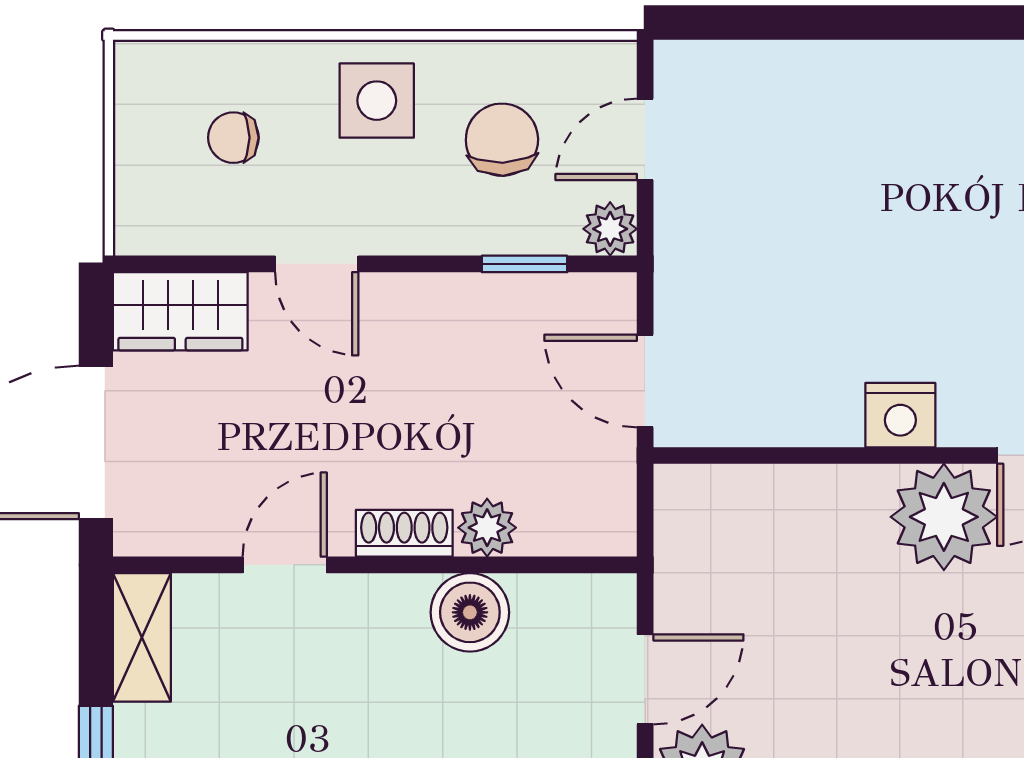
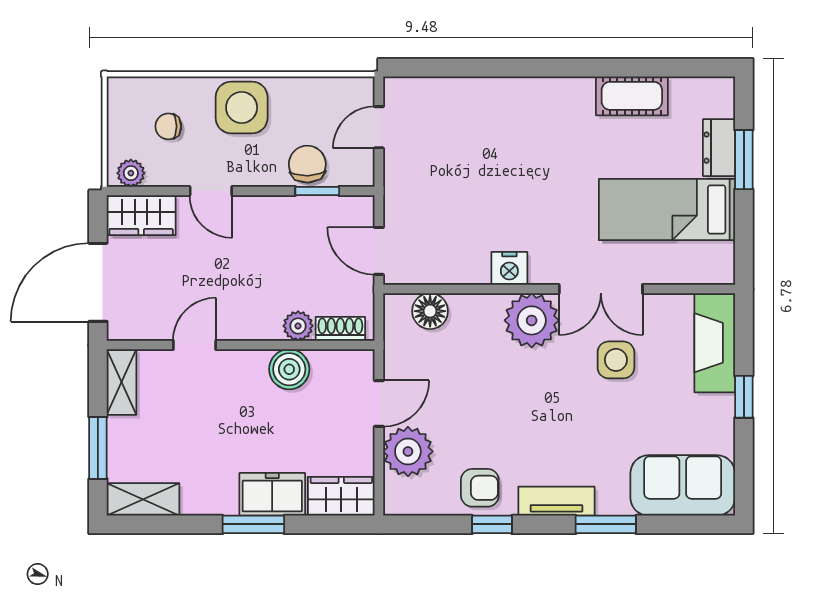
side table: (377, 101) -> (242, 107), width x1.37, depth x1.37
chair: (502, 140) -> (307, 164), moved
plant: (610, 229) -> (131, 173), moved
floor lamp: (745, 499) -> (430, 311), added
shoe rack: (404, 533) -> (340, 329), moved

